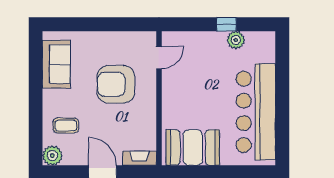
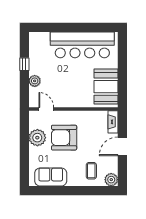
plant: (236, 40) -> (35, 81), moved
plant: (116, 44) -> (37, 138), added
armchair: (116, 84) -> (64, 138), turned 90

